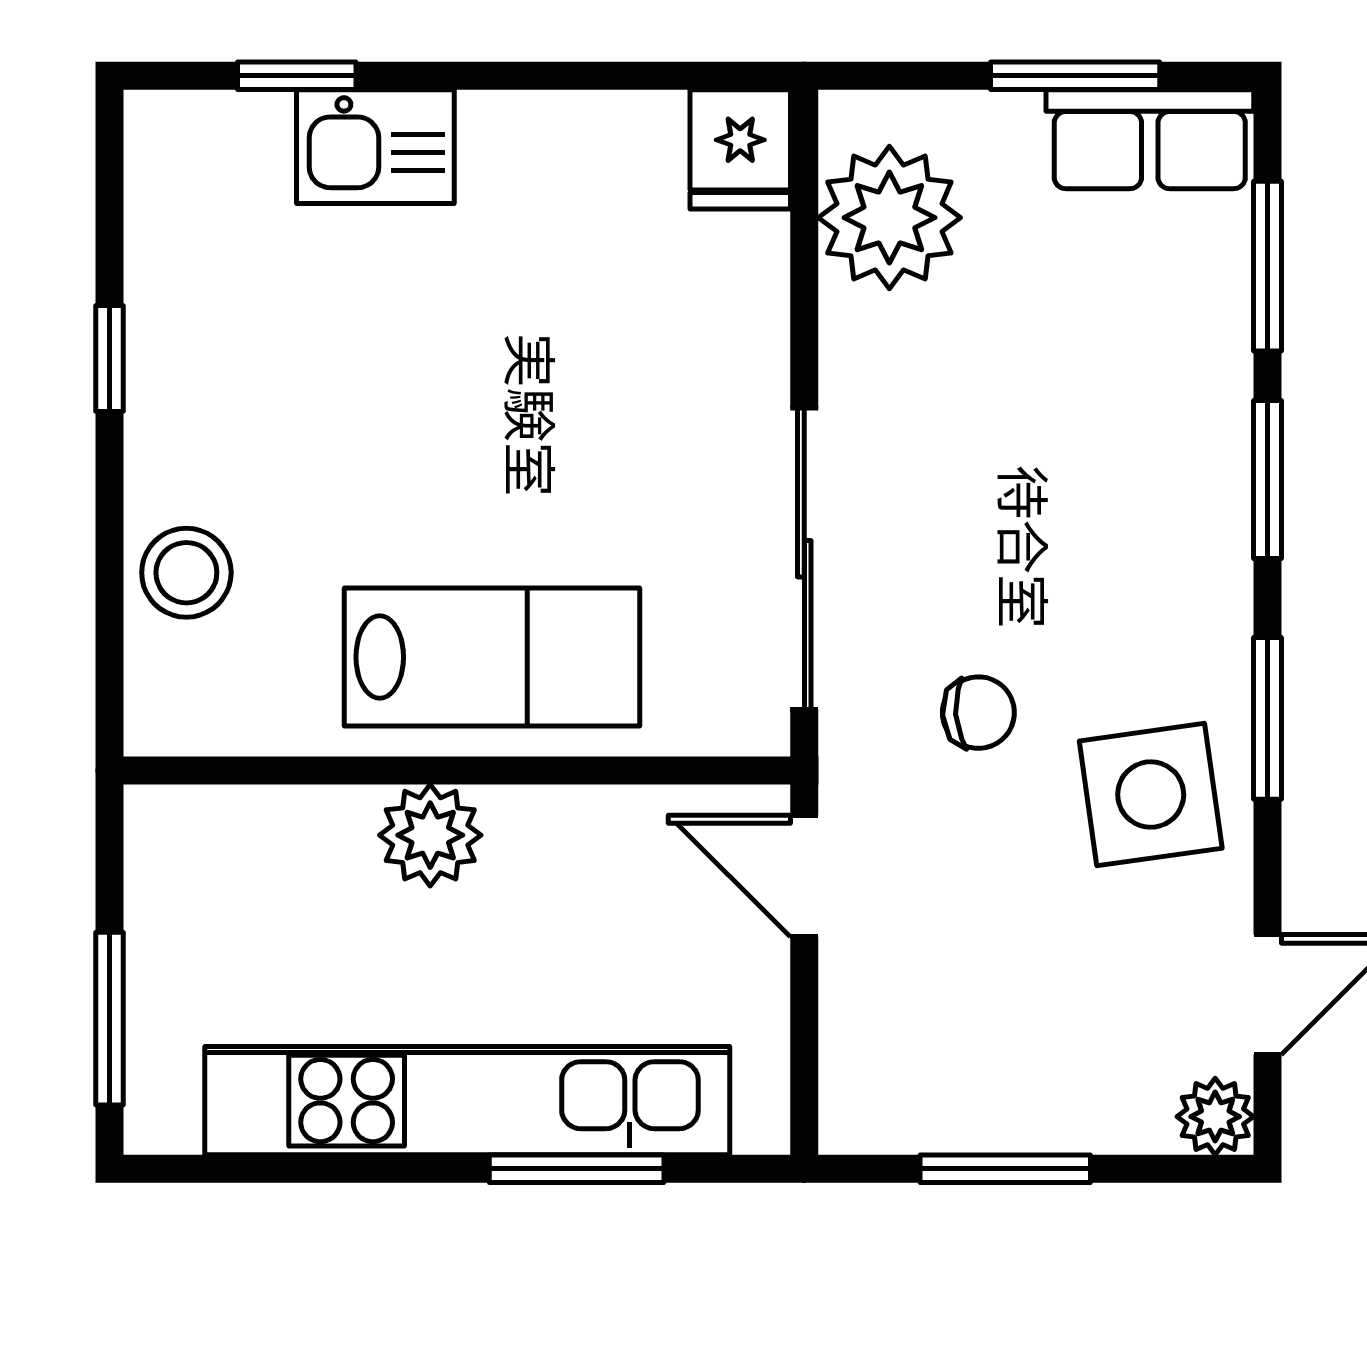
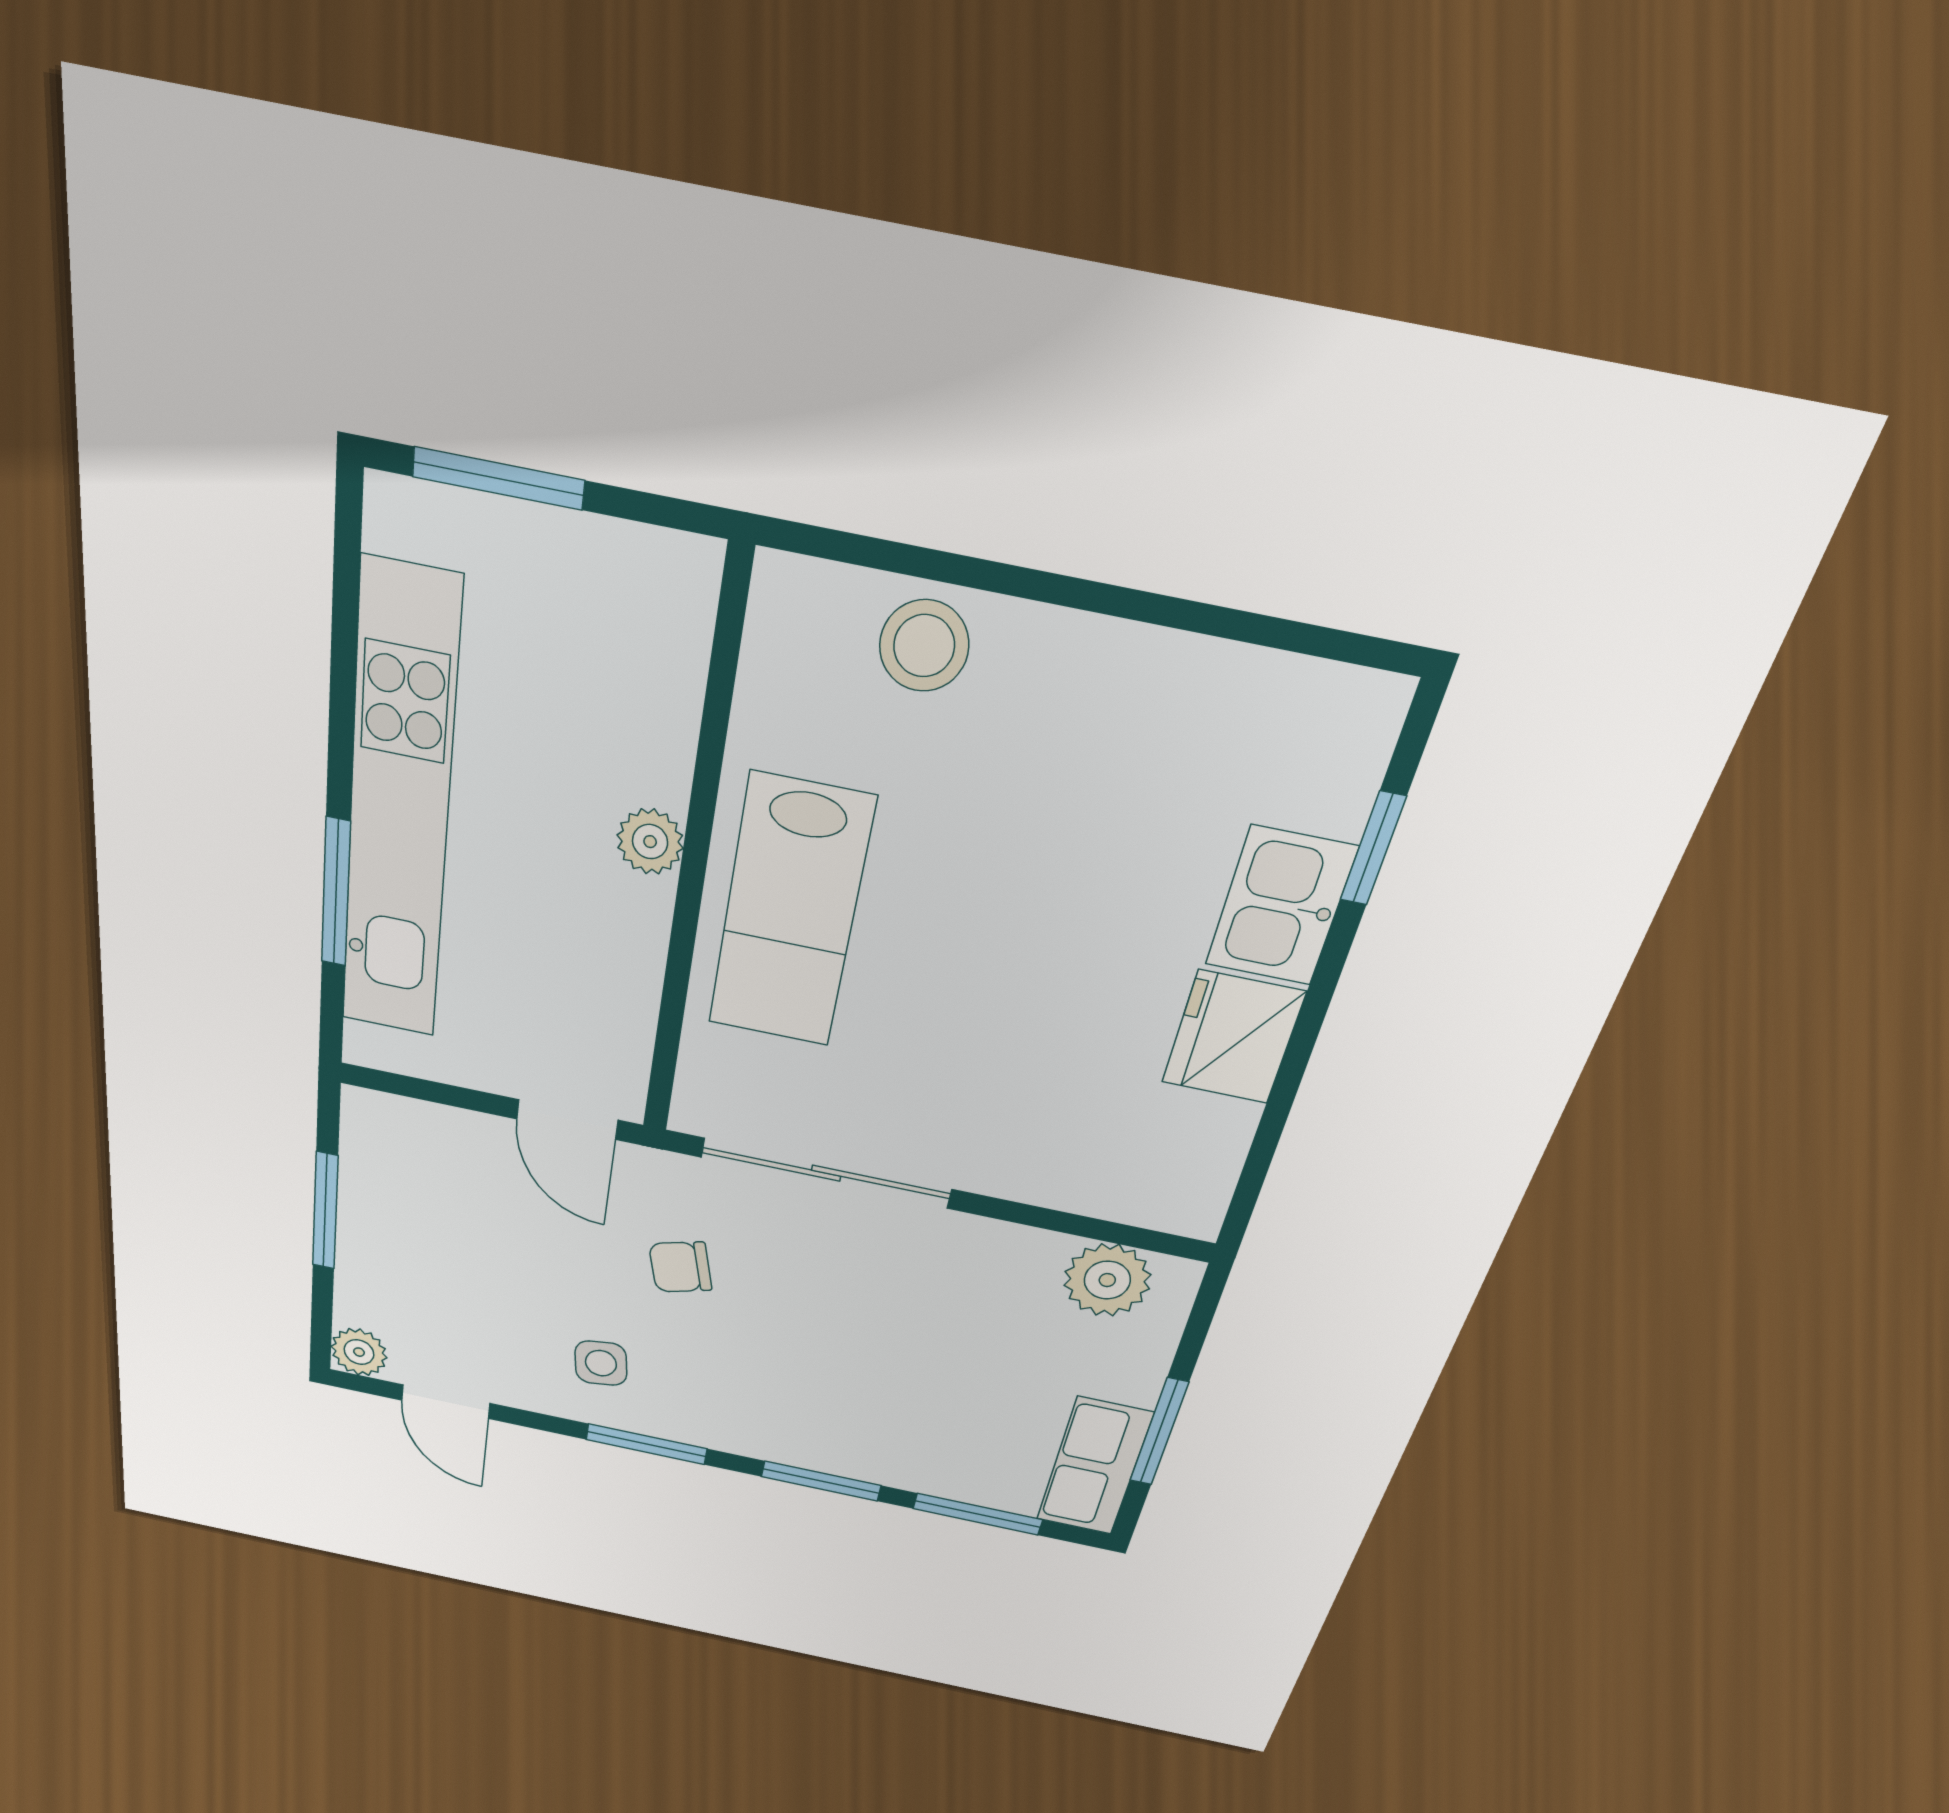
fridge: (740, 149) -> (1233, 1037), moved, width x1.38
plant: (889, 218) -> (1107, 1280), width x0.73, depth x0.73
window: (110, 358) -> (1155, 609), removed
chair: (978, 713) -> (680, 1267), turned 78
side table: (1151, 795) -> (601, 1363), width x0.54, depth x0.54
plant: (430, 835) -> (650, 842), width x0.73, depth x0.73
door: (804, 876) -> (567, 1119), swing flipped

